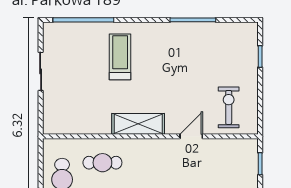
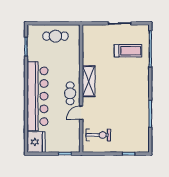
treadmill: (120, 57) -> (128, 51), moved
door: (191, 136) -> (81, 113), swing flipped
cafe table: (102, 163) -> (70, 93), moved

